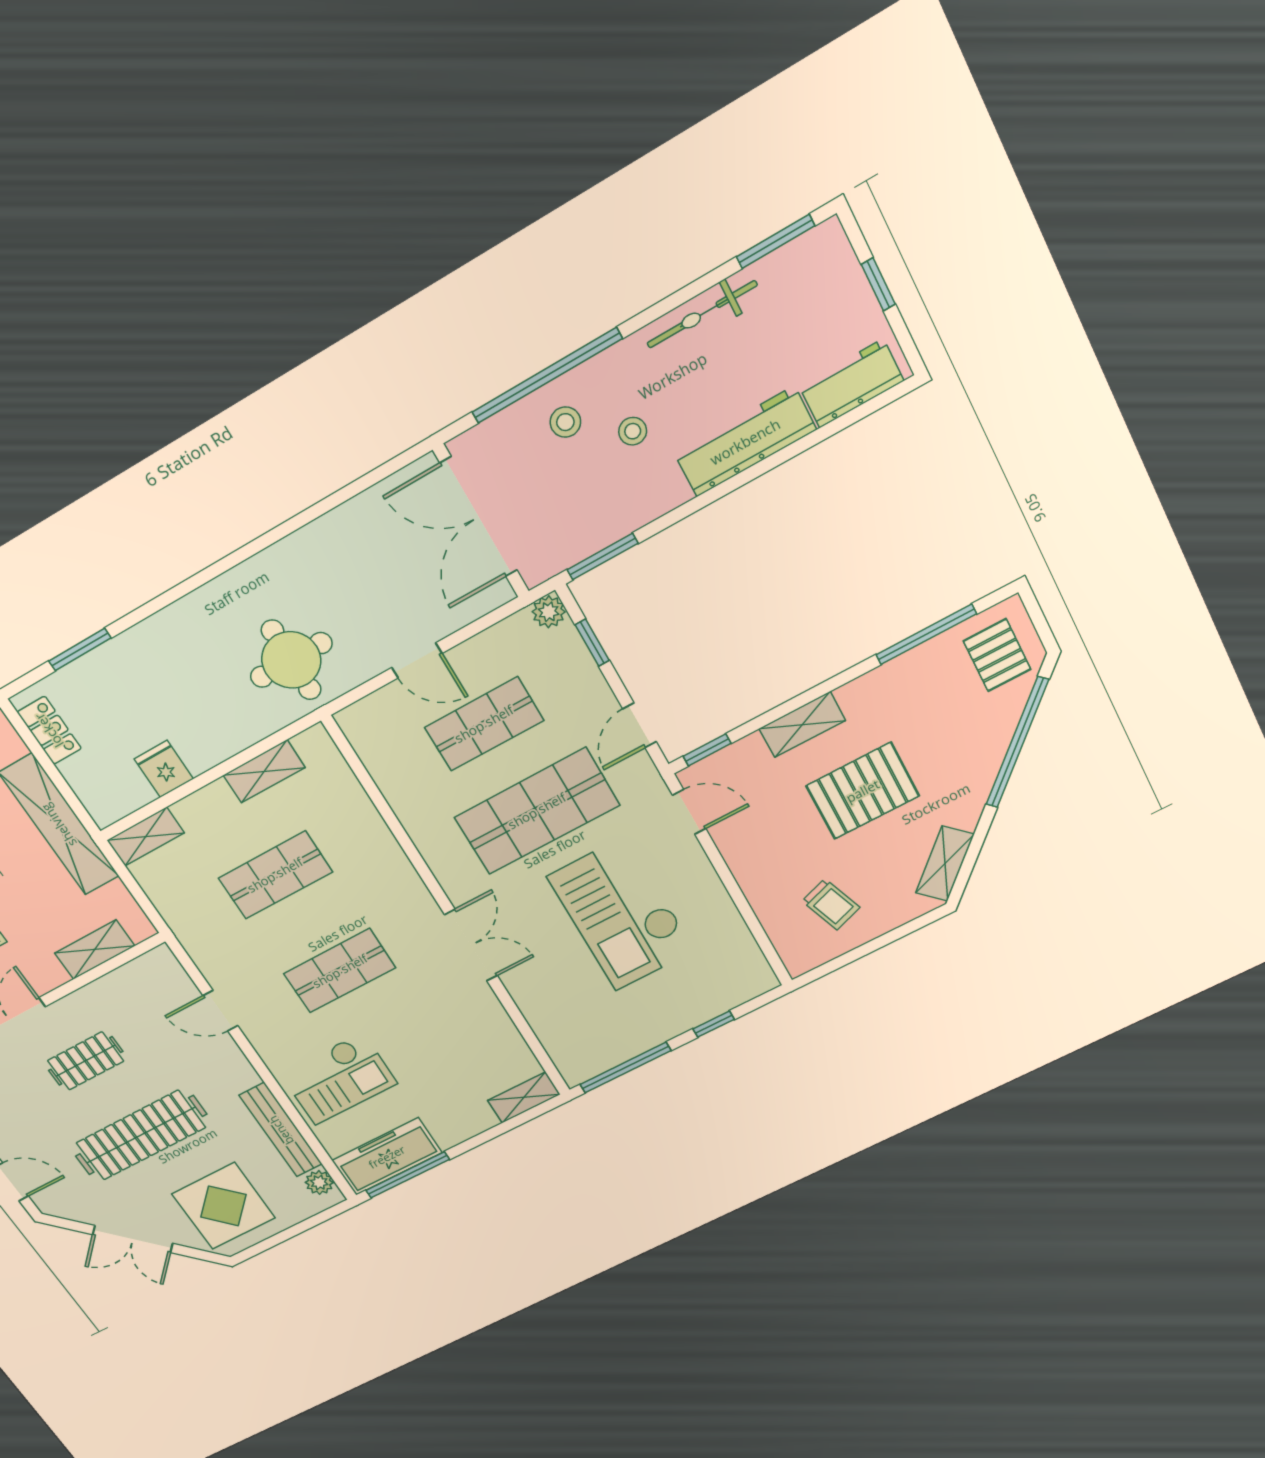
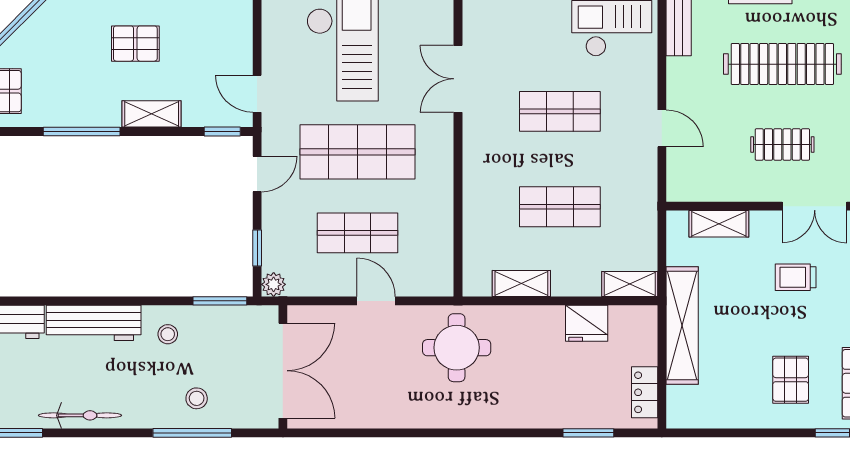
window: (547, 376) -> (192, 433), width x0.68
stool: (633, 431) -> (168, 334), moved
window: (926, 634) -> (82, 131), moved
fridge: (164, 769) -> (587, 323), width x1.38
pallet: (863, 791) -> (135, 44), width x0.67, depth x0.71

